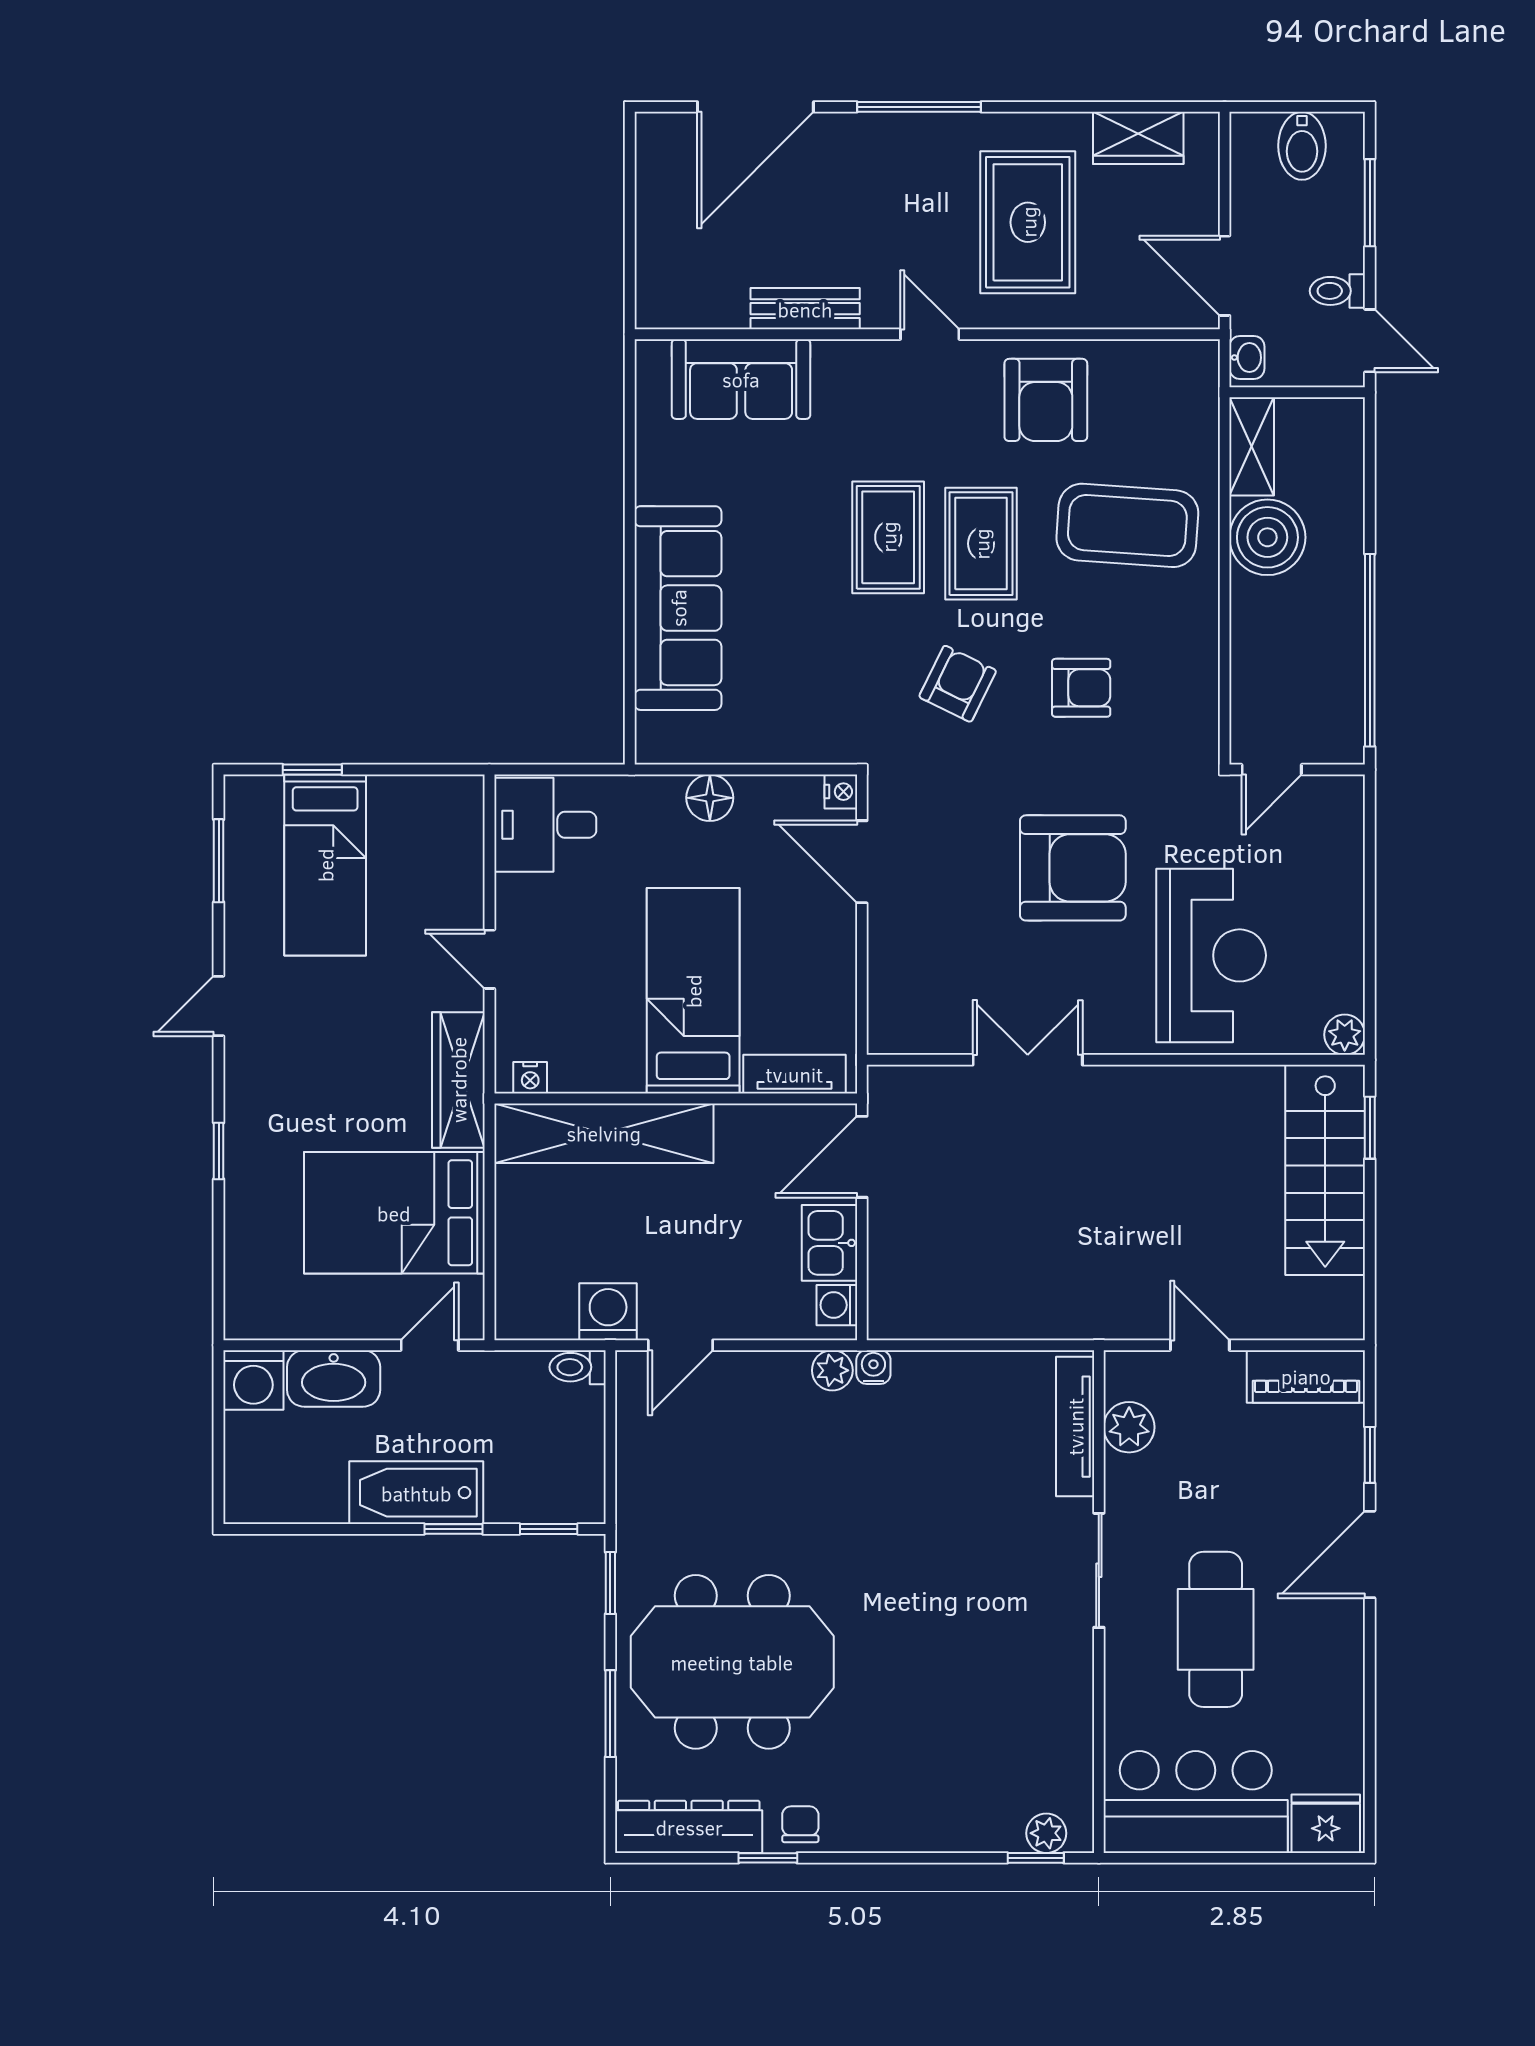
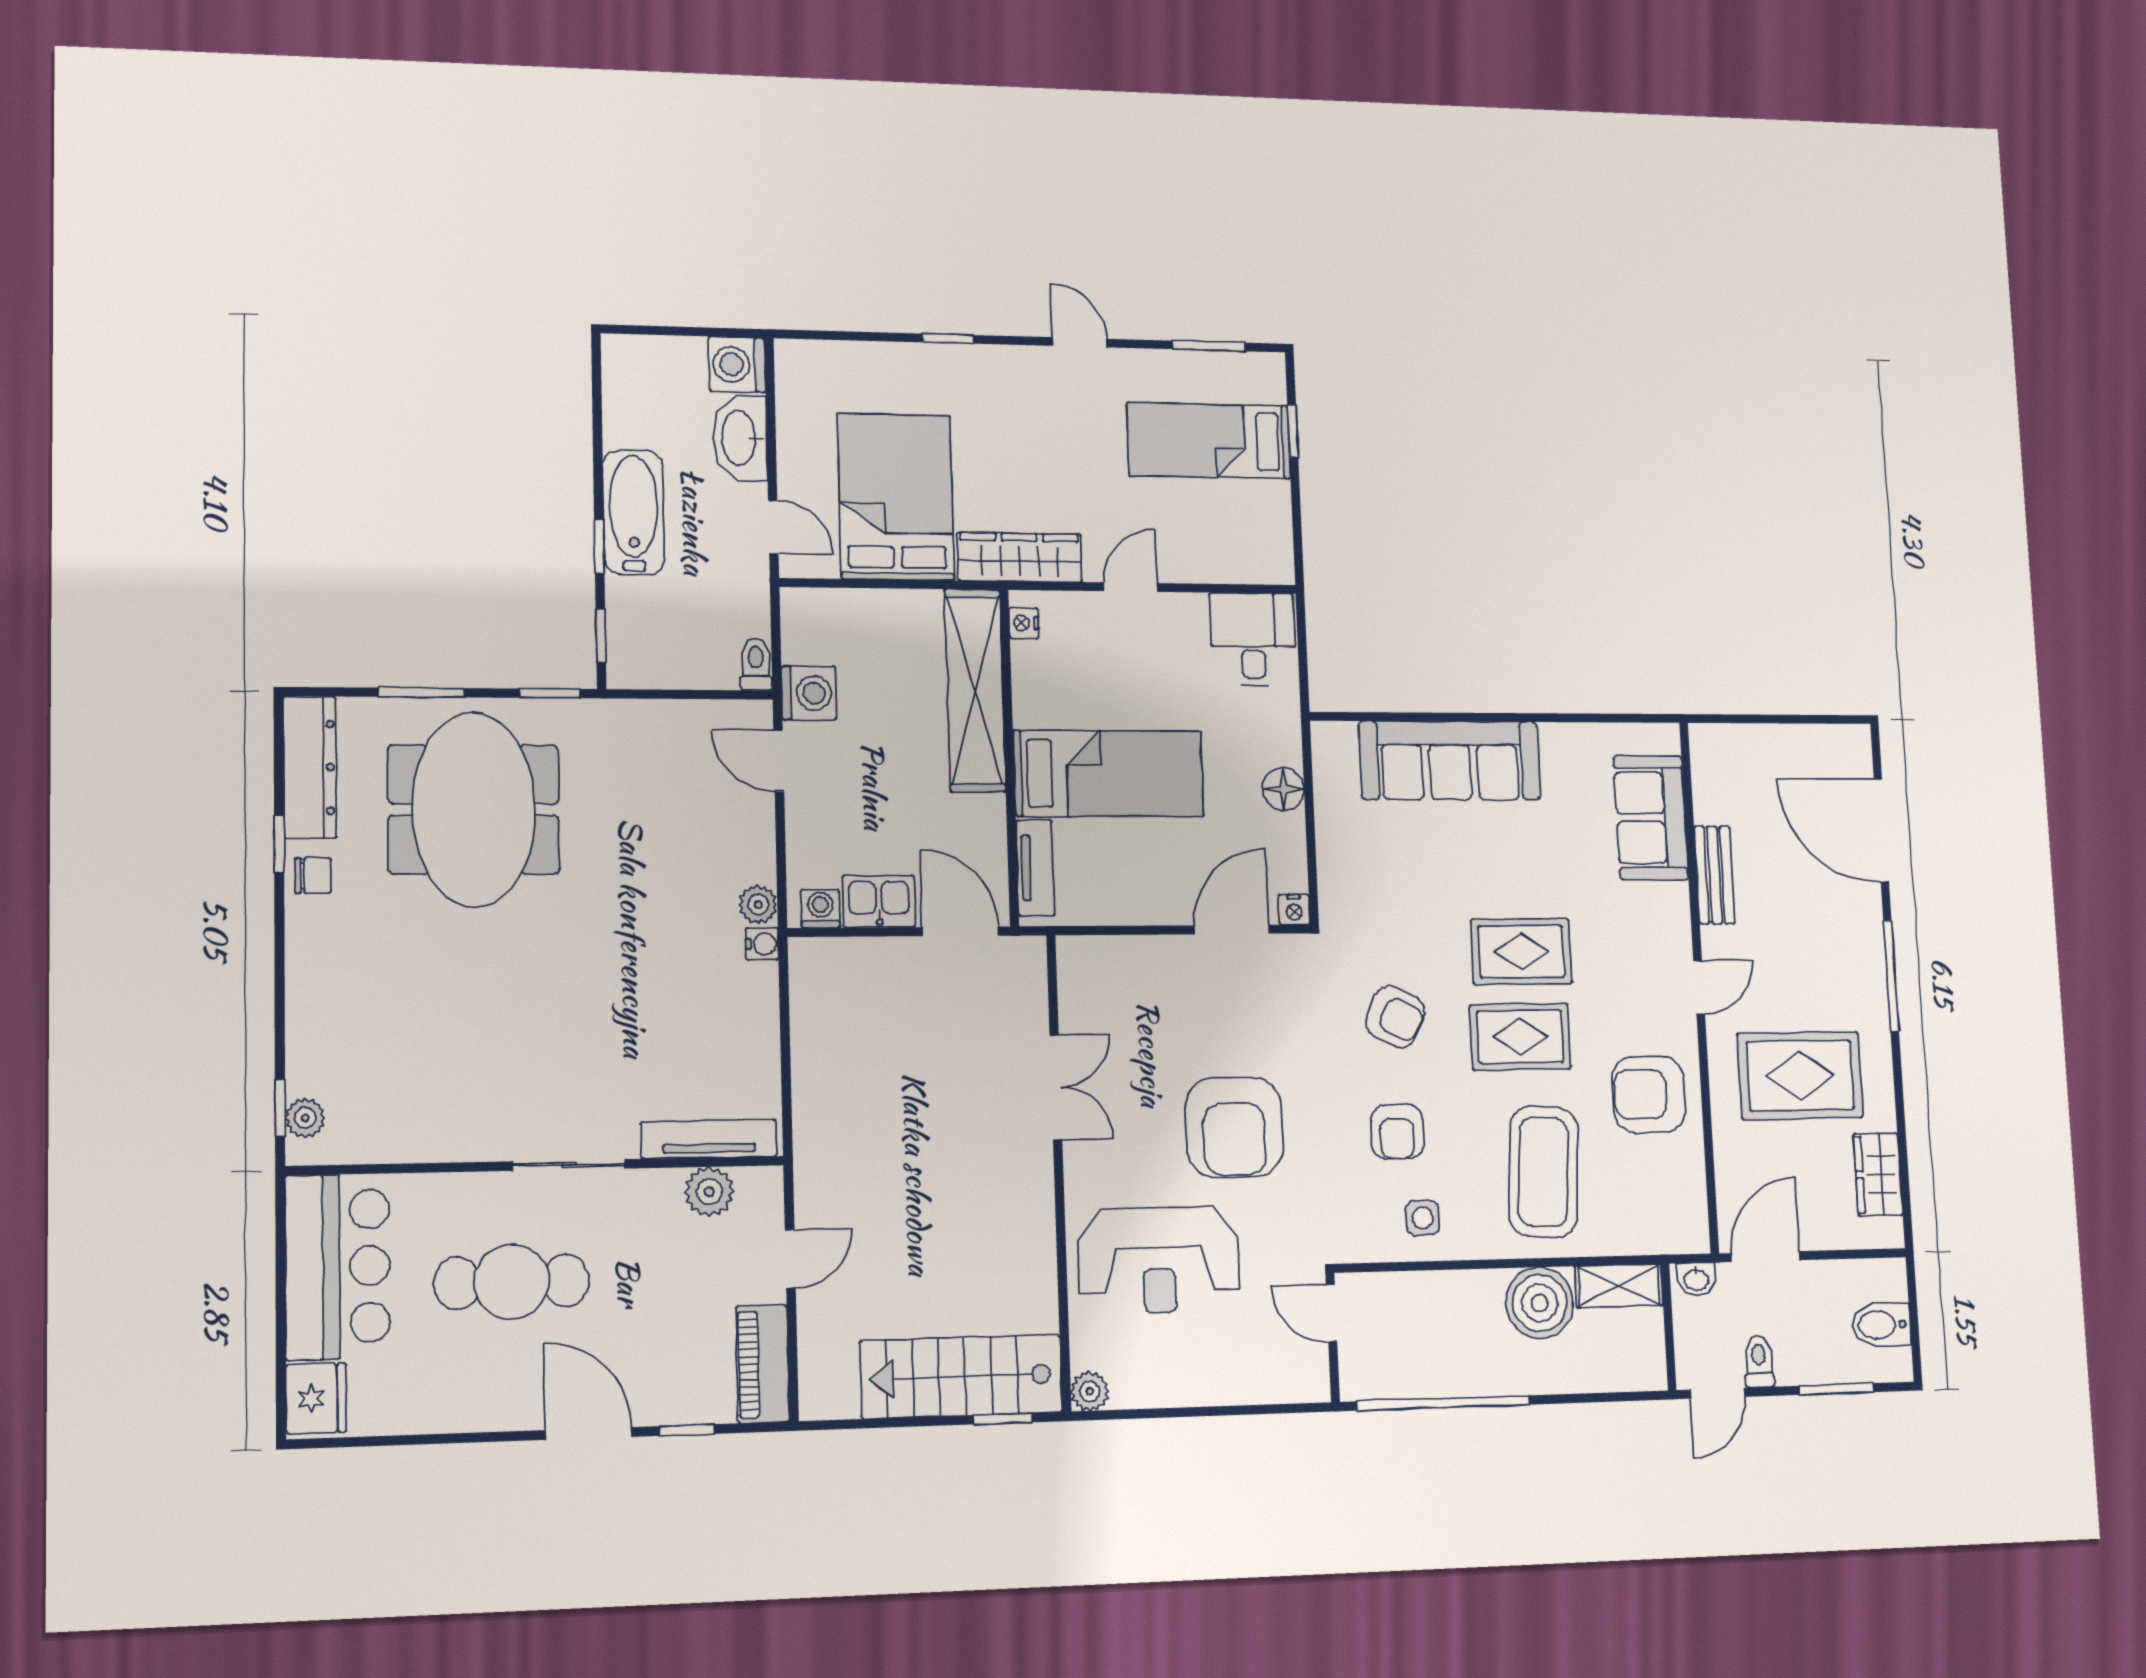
side table: (1174, 664) -> (1422, 1218), added

